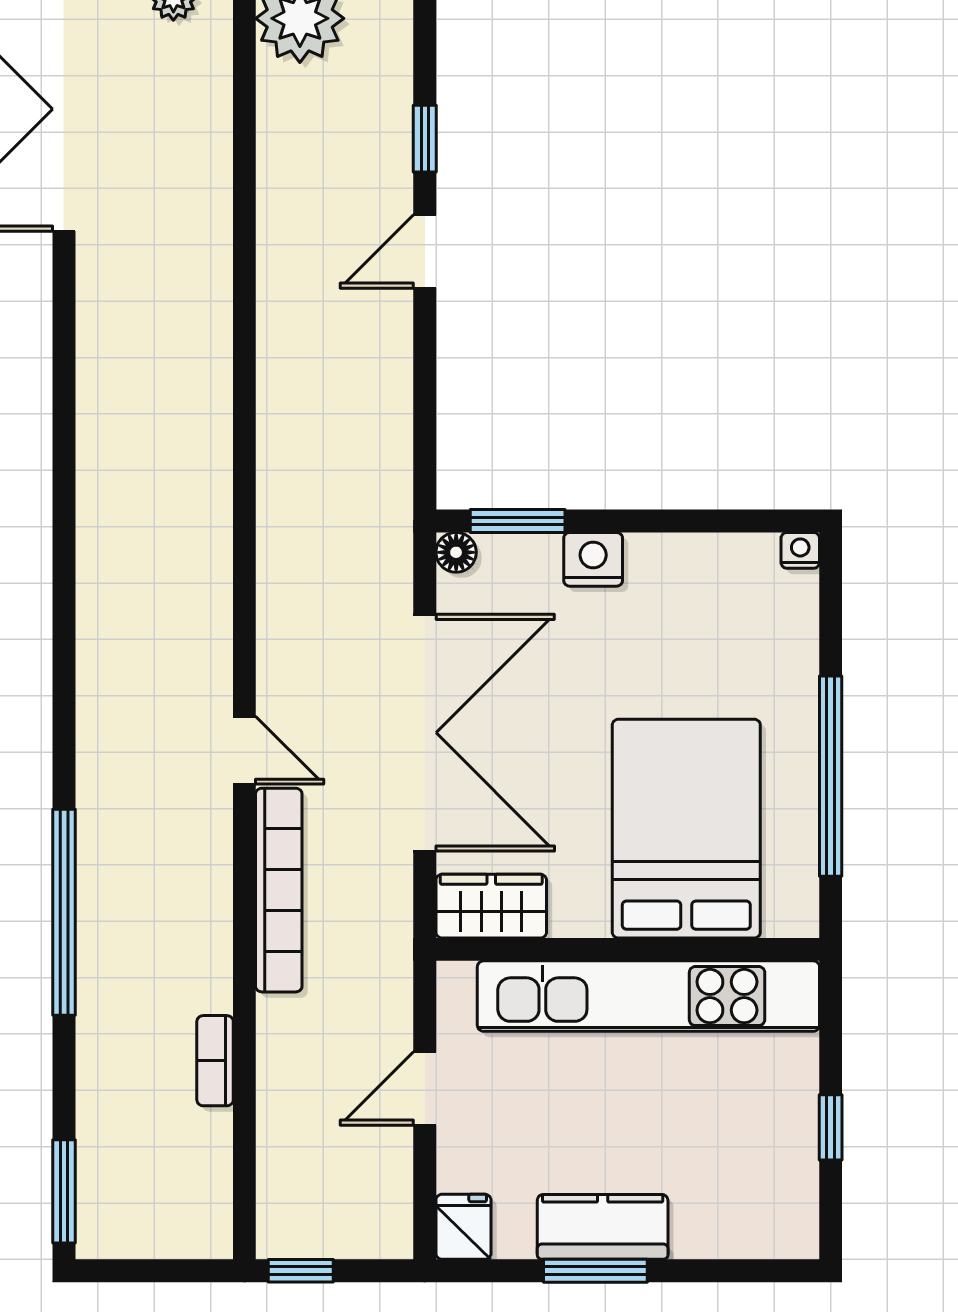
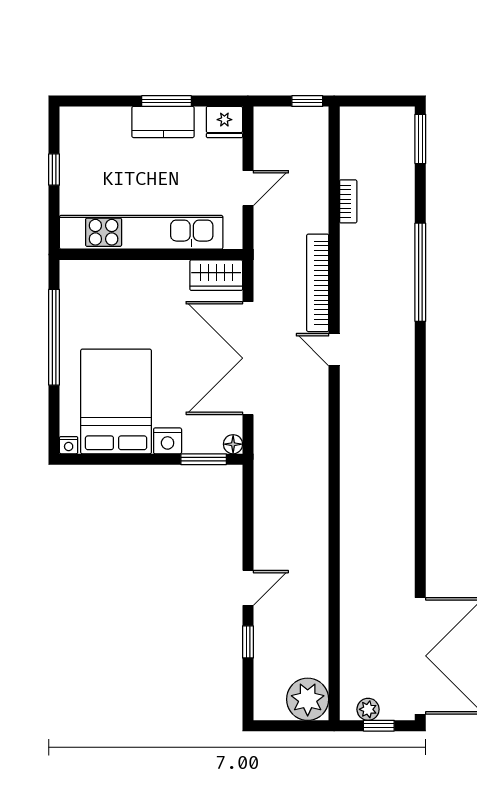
bed: (686, 829) -> (116, 401), moved, turned 180
fridge: (463, 1227) -> (224, 122), width x1.38

